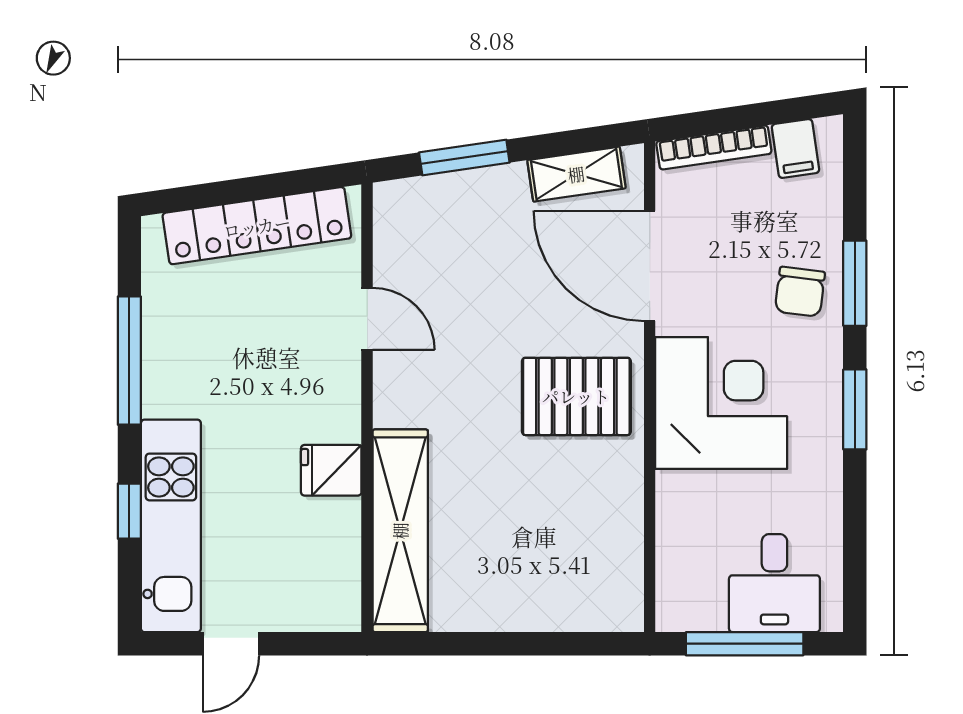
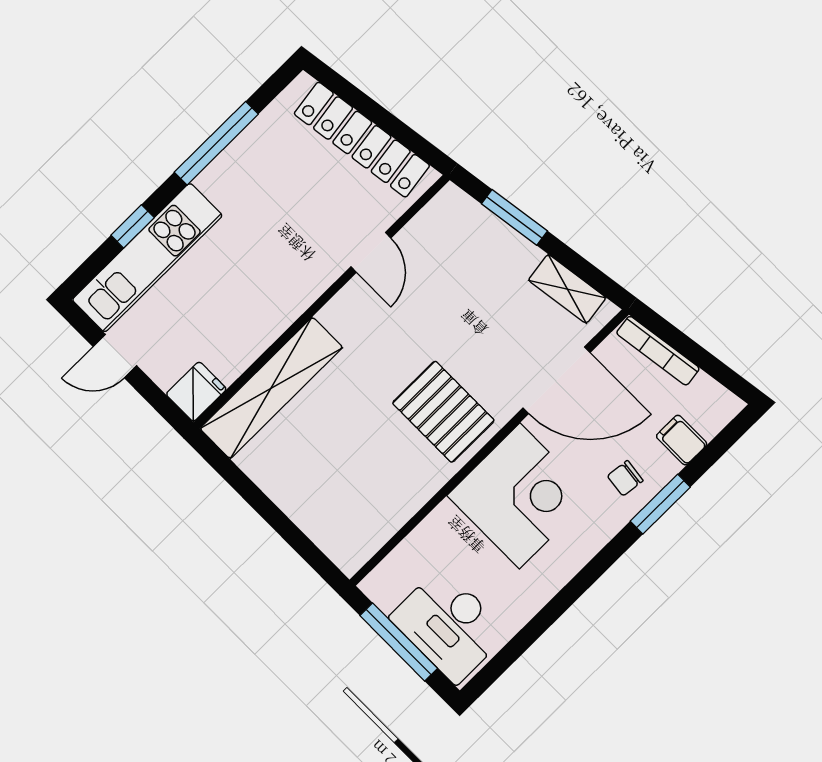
filing cabinet: (795, 148) -> (682, 440), moved, turned 98
door: (650, 266) -> (557, 380), swing flipped
chair: (800, 292) -> (625, 478), width x0.73, depth x0.73
window: (855, 409) -> (590, 574), removed
fridge: (331, 470) -> (196, 392), moved, turned 90
desk: (774, 583) -> (449, 625), width x1.37

